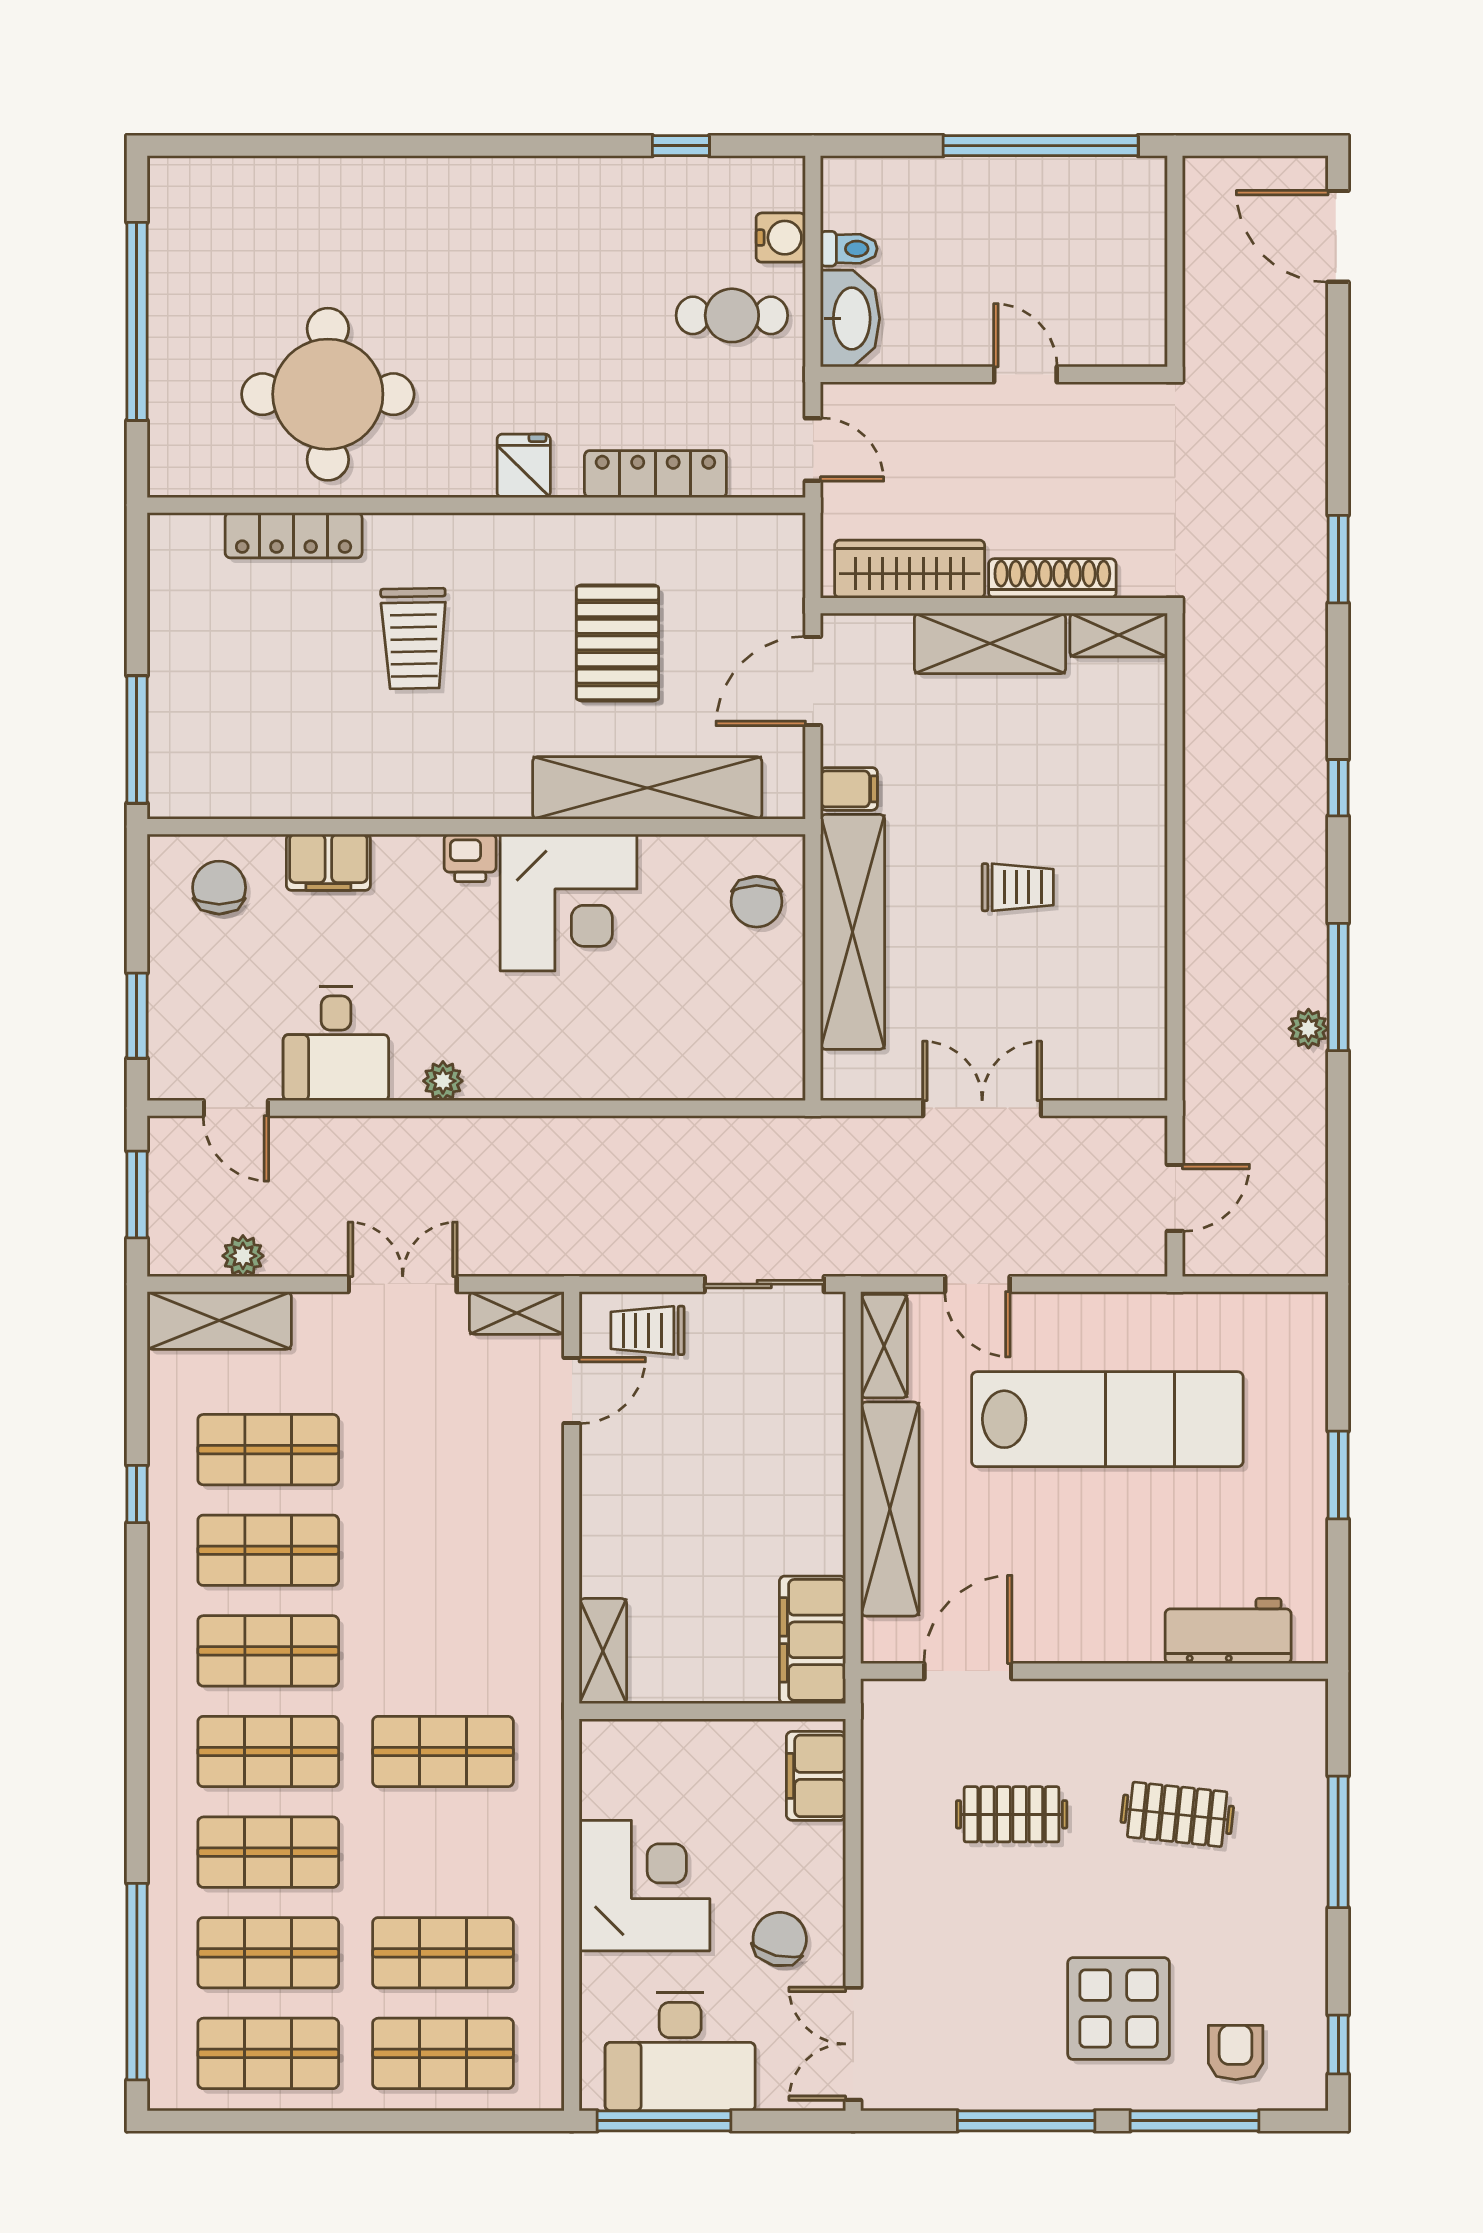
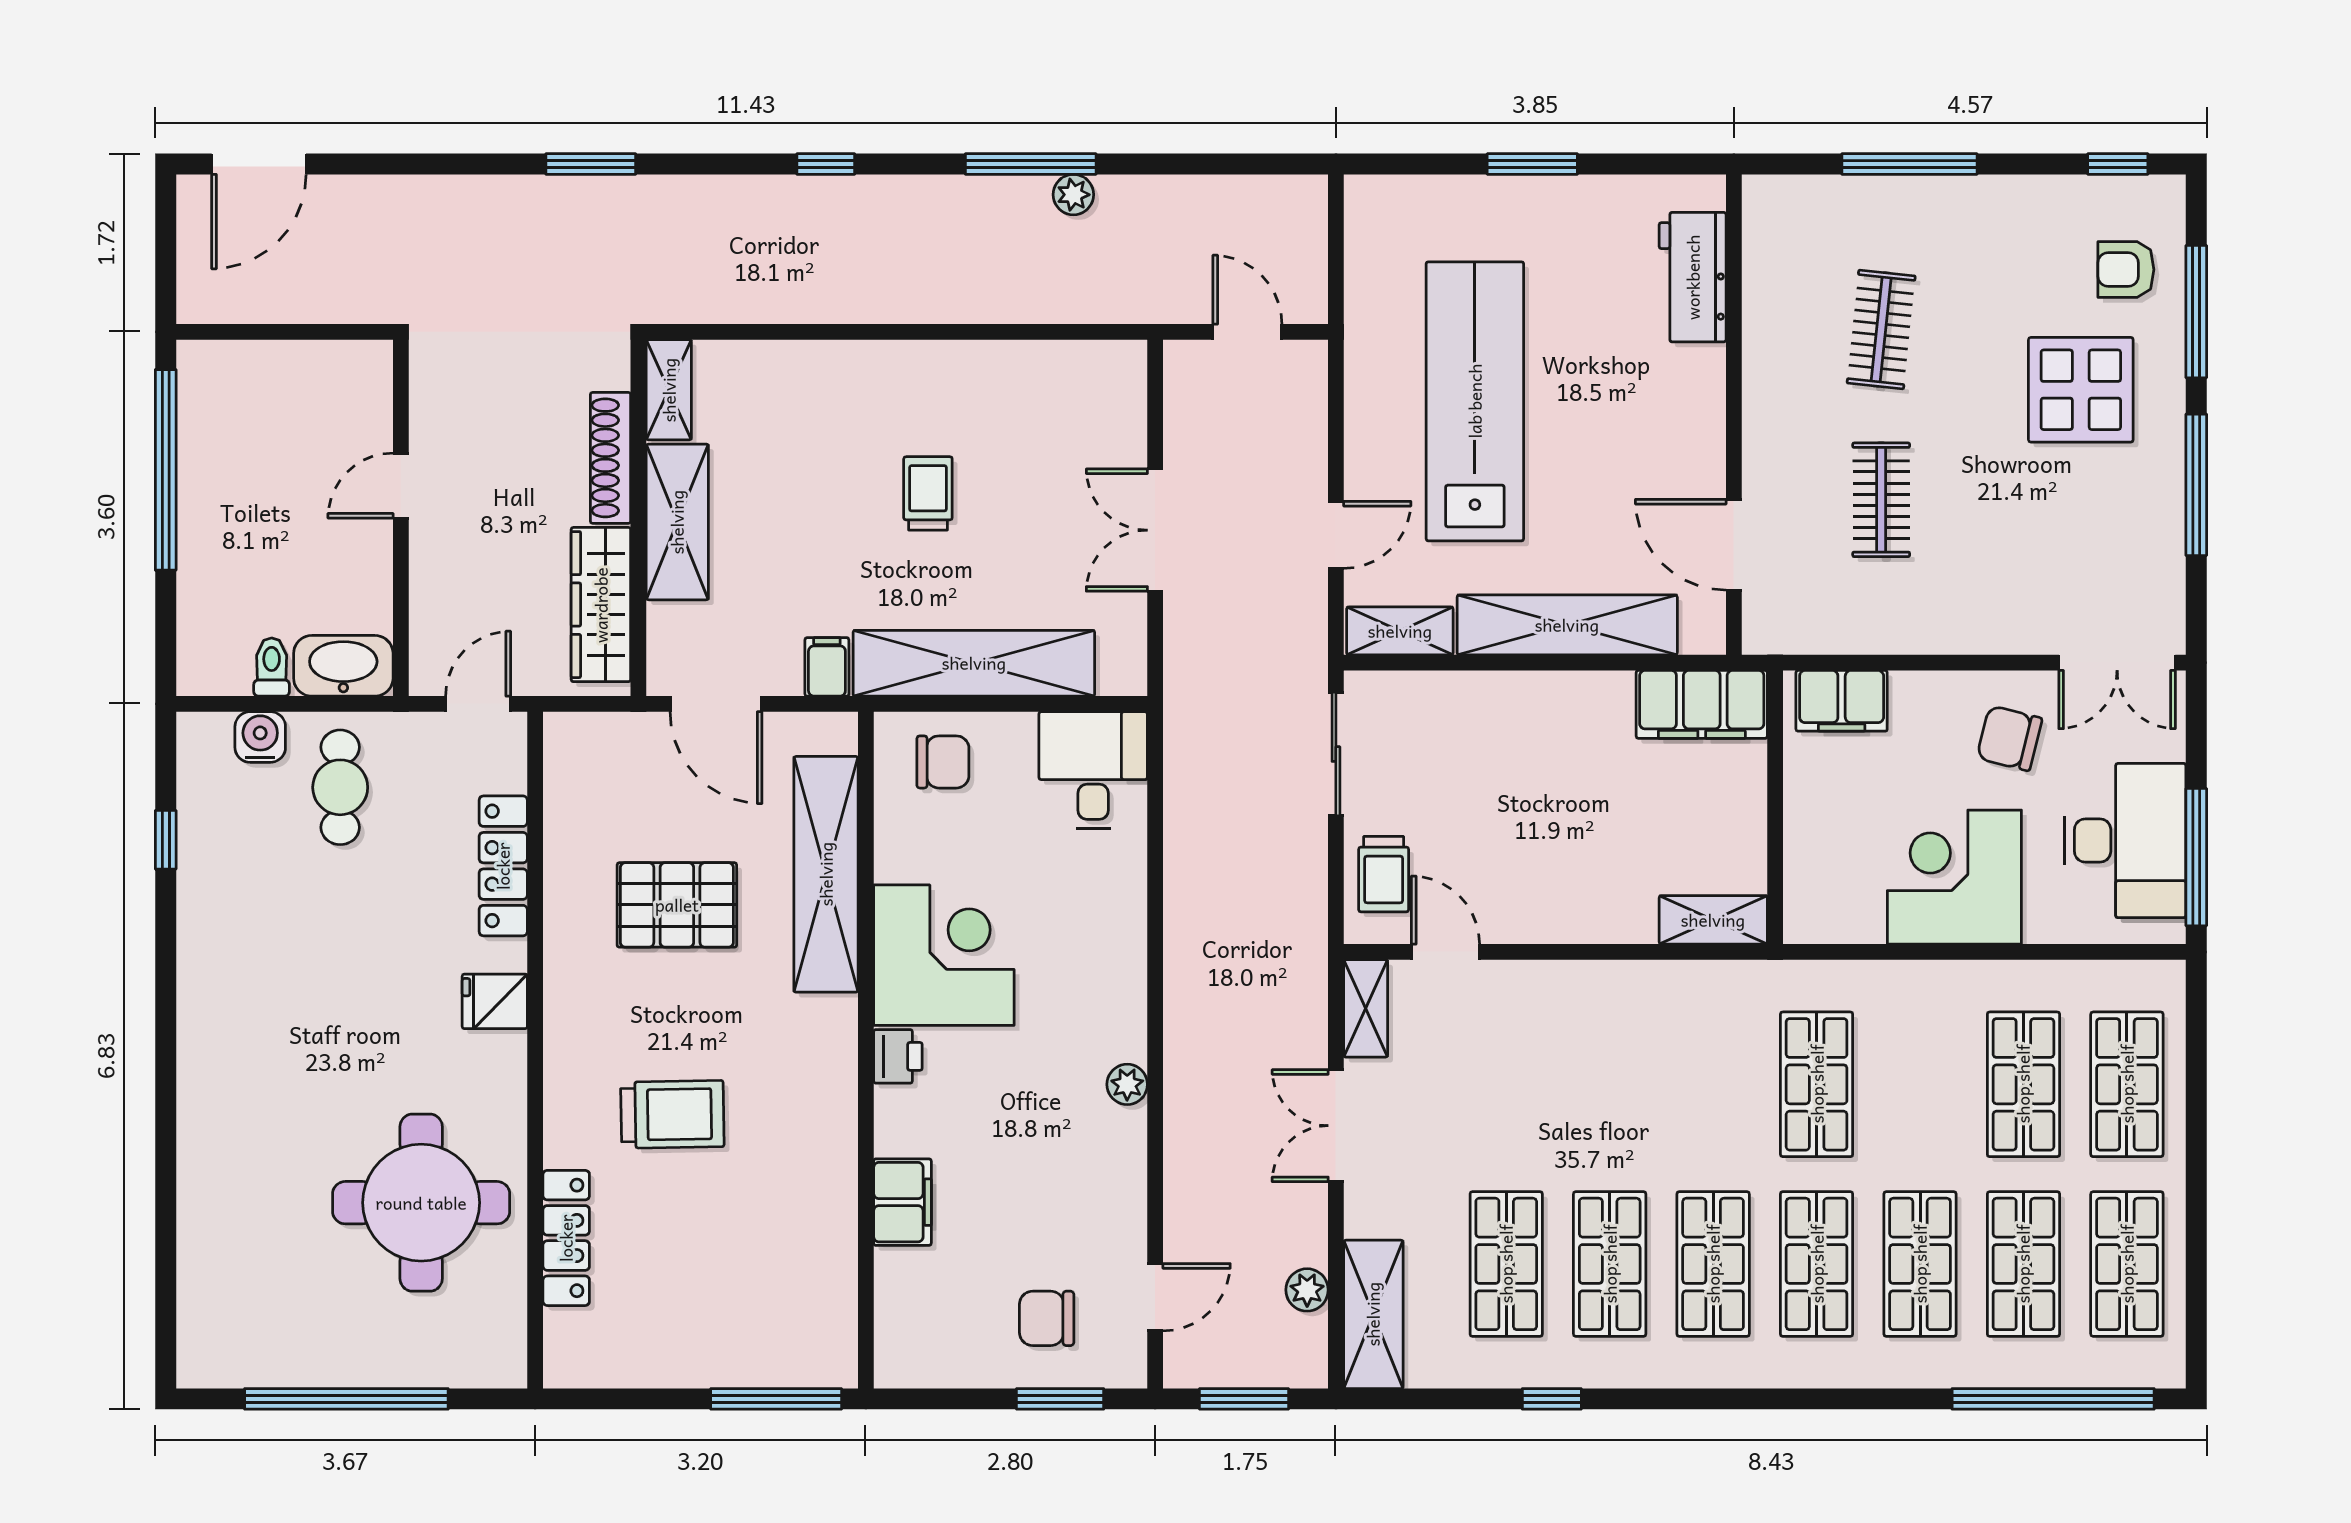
chair: (219, 888) -> (1047, 1318), moved
desk: (336, 1044) -> (1093, 770), moved, turned -90

